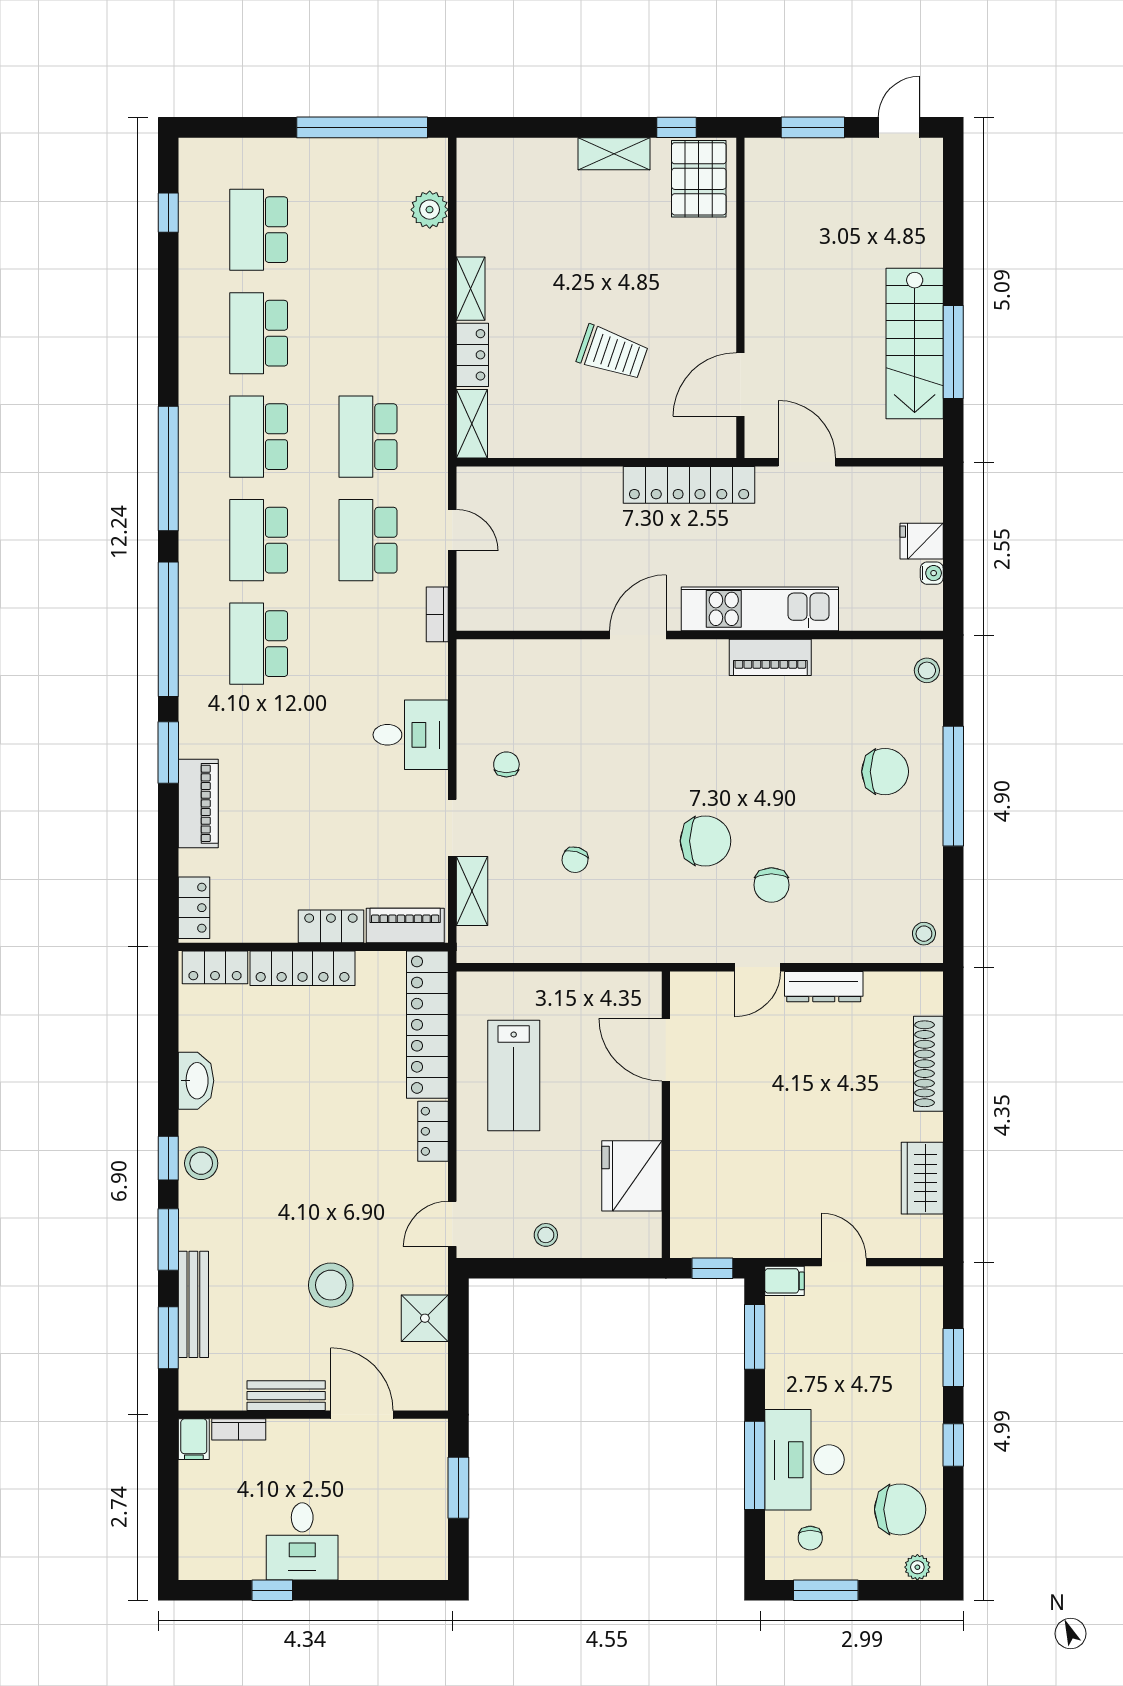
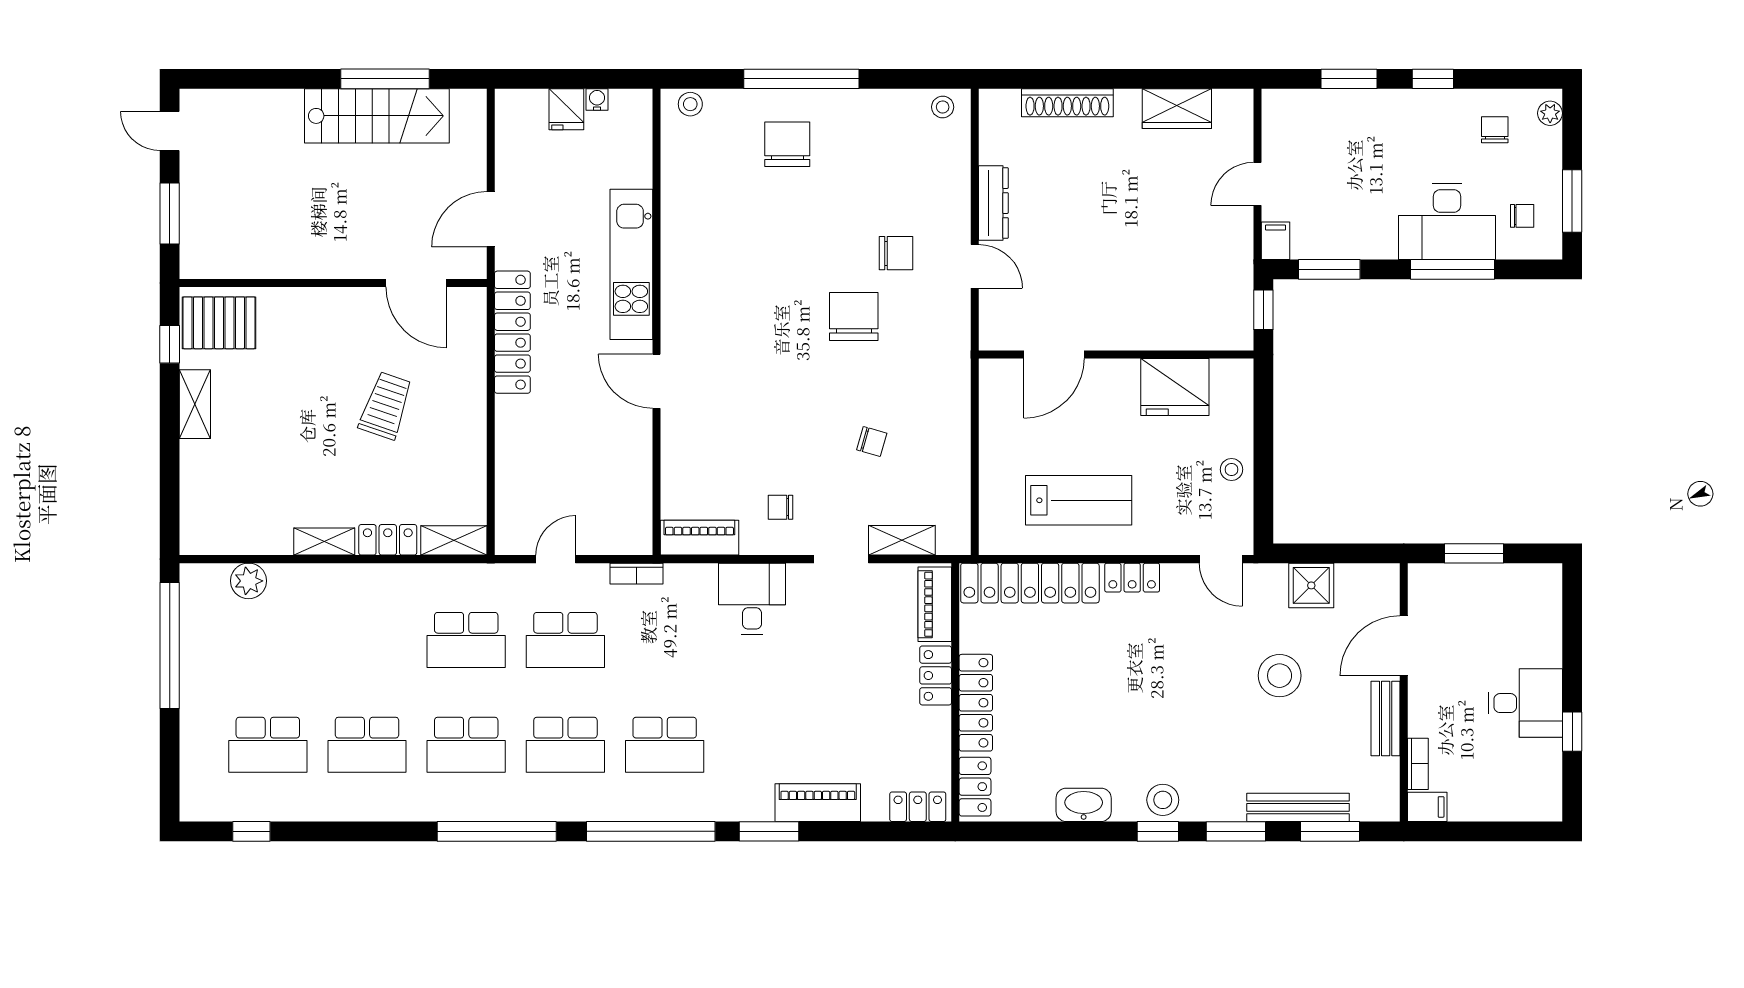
piano: (770, 657) -> (699, 538), moved, turned -90
chair: (900, 1509) -> (1495, 130), width x0.54, depth x0.54

